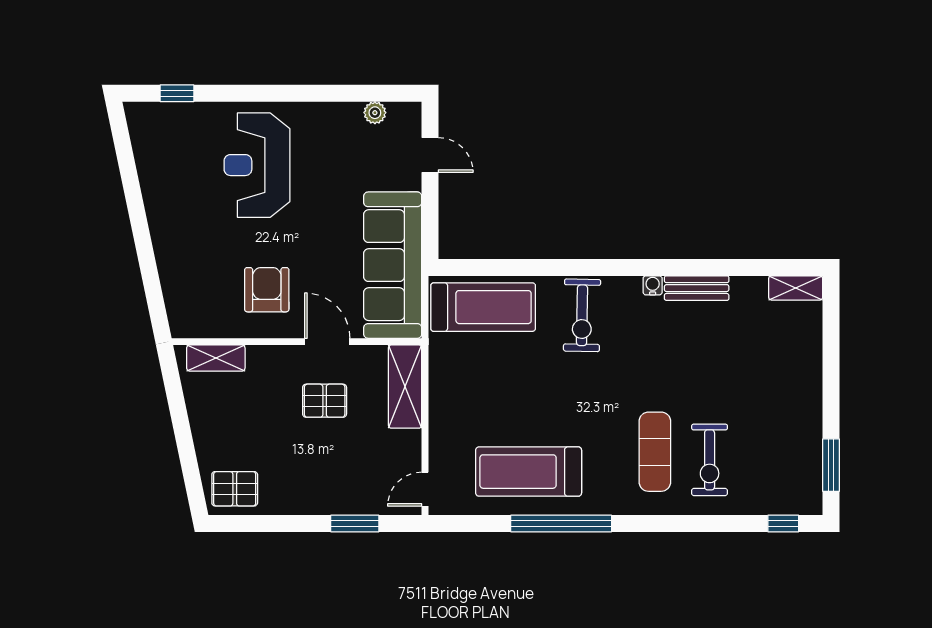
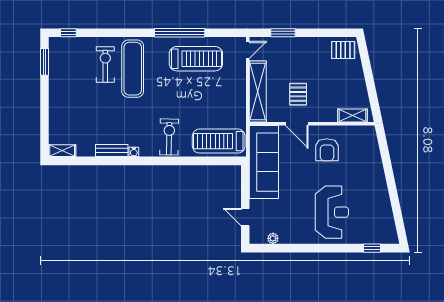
shelving: (405, 387) -> (258, 92), width x1.47
pallet: (325, 401) -> (298, 94), turned 90
exercise mat: (655, 452) -> (133, 69), width x1.36, depth x1.45

